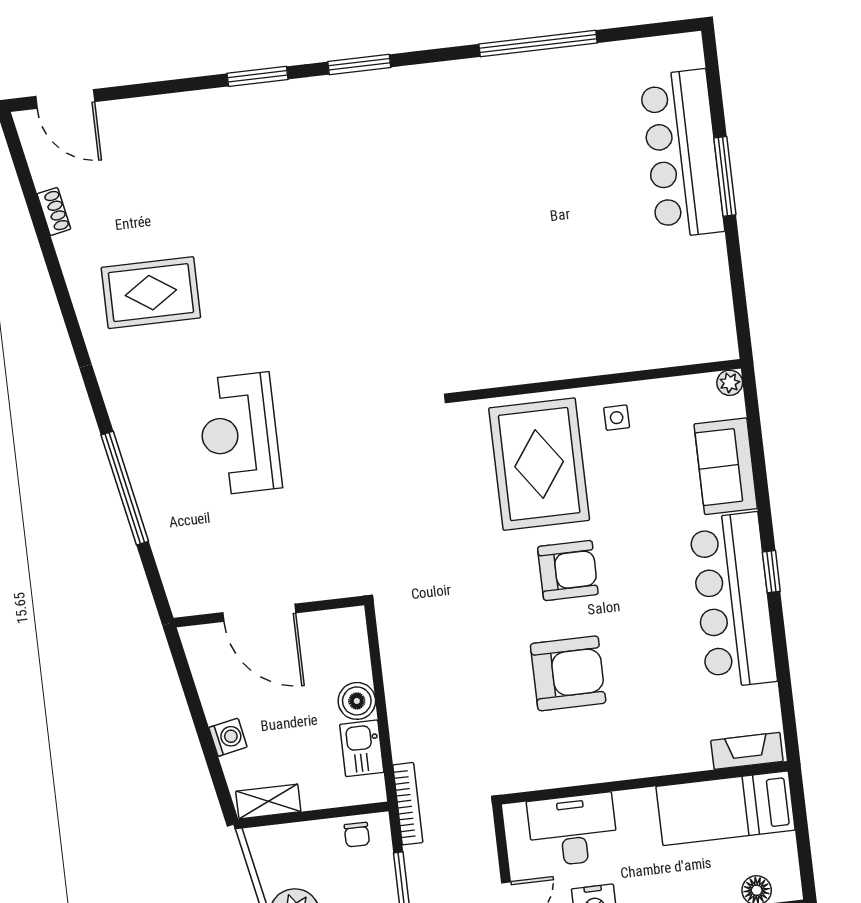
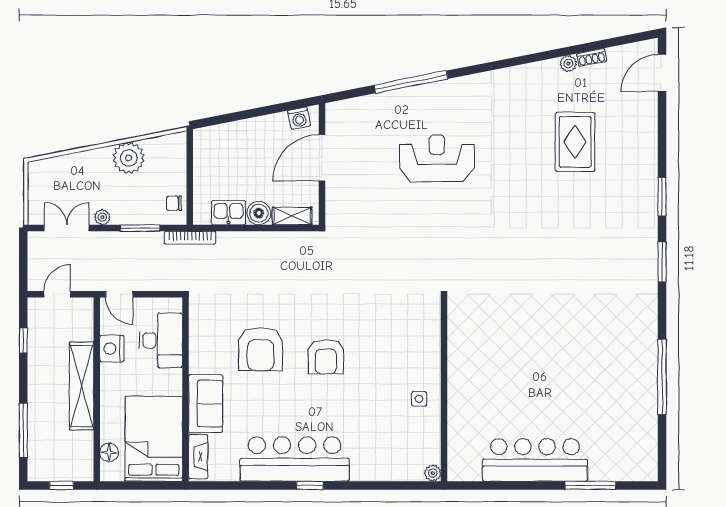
bar counter: (682, 154) -> (535, 460), moved
window: (725, 176) -> (590, 485), moved
plant: (68, 247) -> (568, 64), added
rug: (151, 293) -> (575, 142), moved
rug: (539, 464) -> (395, 346), removed
sofa: (726, 466) -> (206, 404), moved, turned 90
washing machine: (228, 737) -> (299, 118), moved
shelving: (268, 801) -> (292, 216), moved, turned 90
bed: (726, 808) -> (154, 439), width x1.50

